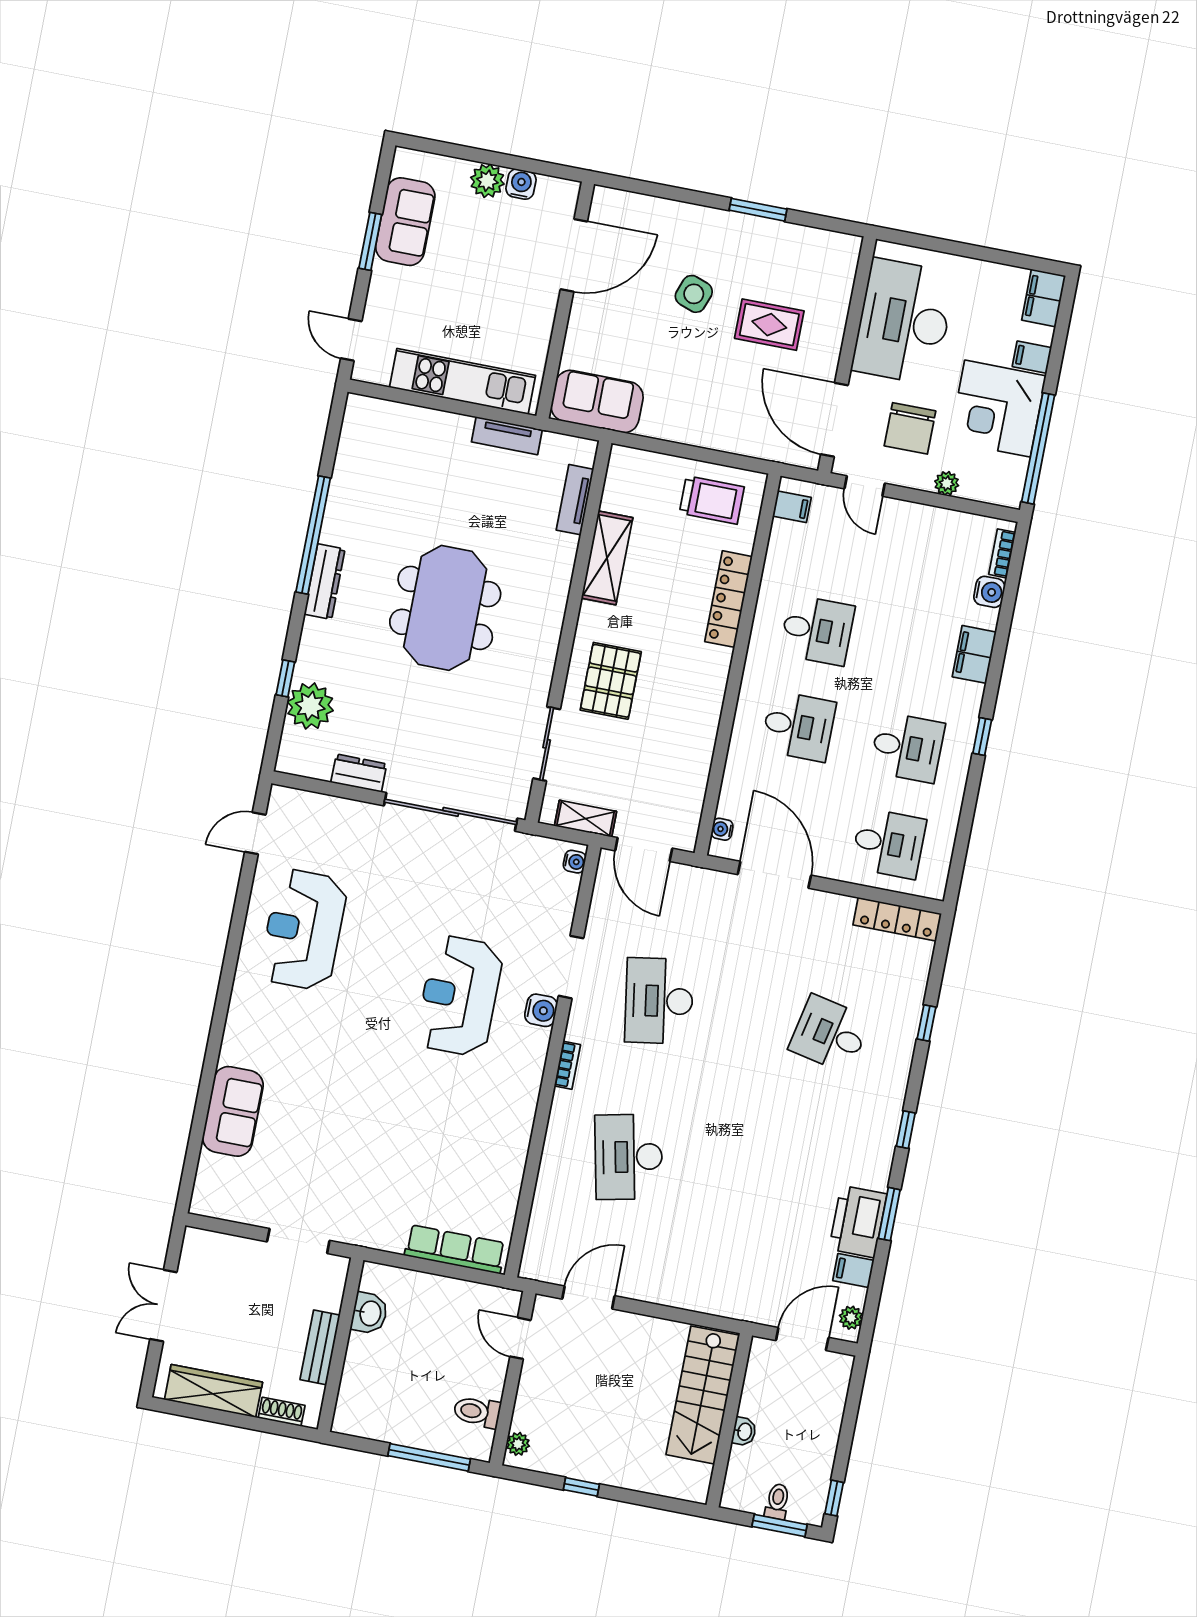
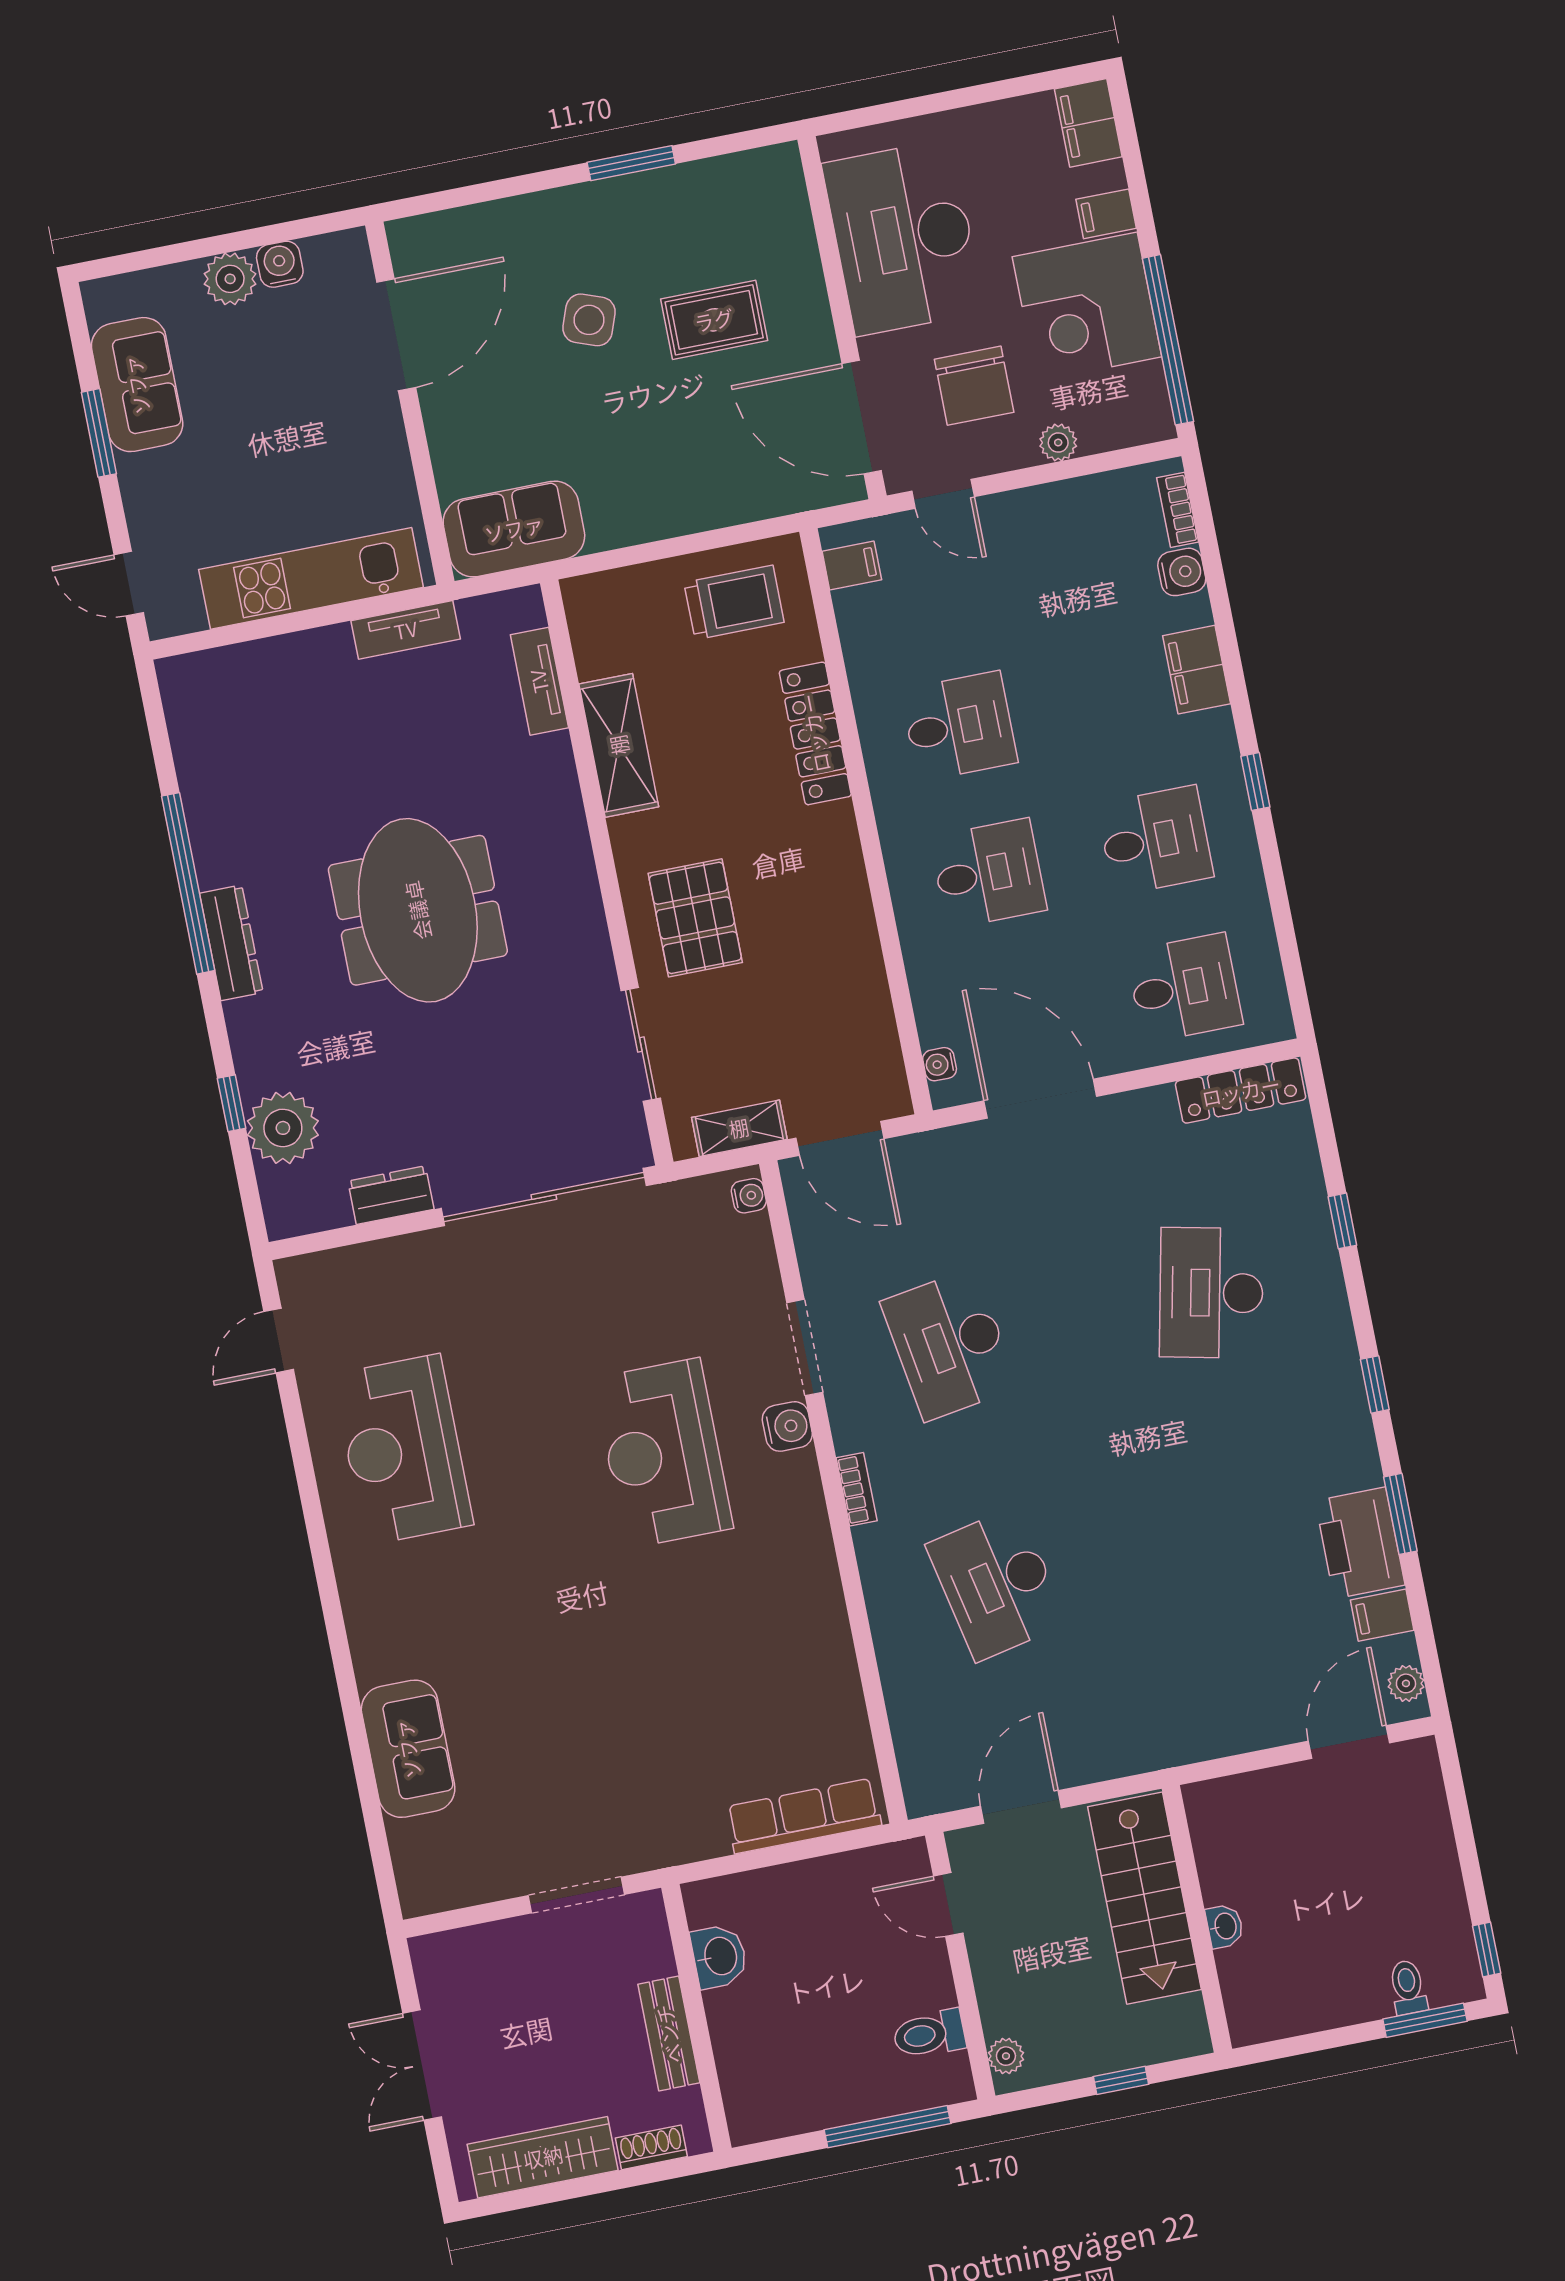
desk: (830, 1034) -> (1211, 1293), width x1.37
stairs: (703, 1395) -> (1145, 1898), moved
wall: (729, 1420) -> (1197, 1919), moved
washbasin: (744, 1432) -> (1225, 1926), moved

